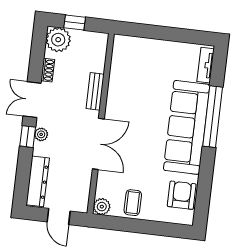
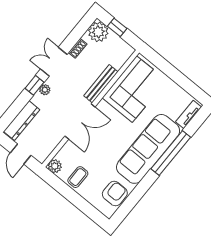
corner sofa: (133, 75) -> (134, 89), added
bench: (95, 91) -> (101, 84), width x1.36

